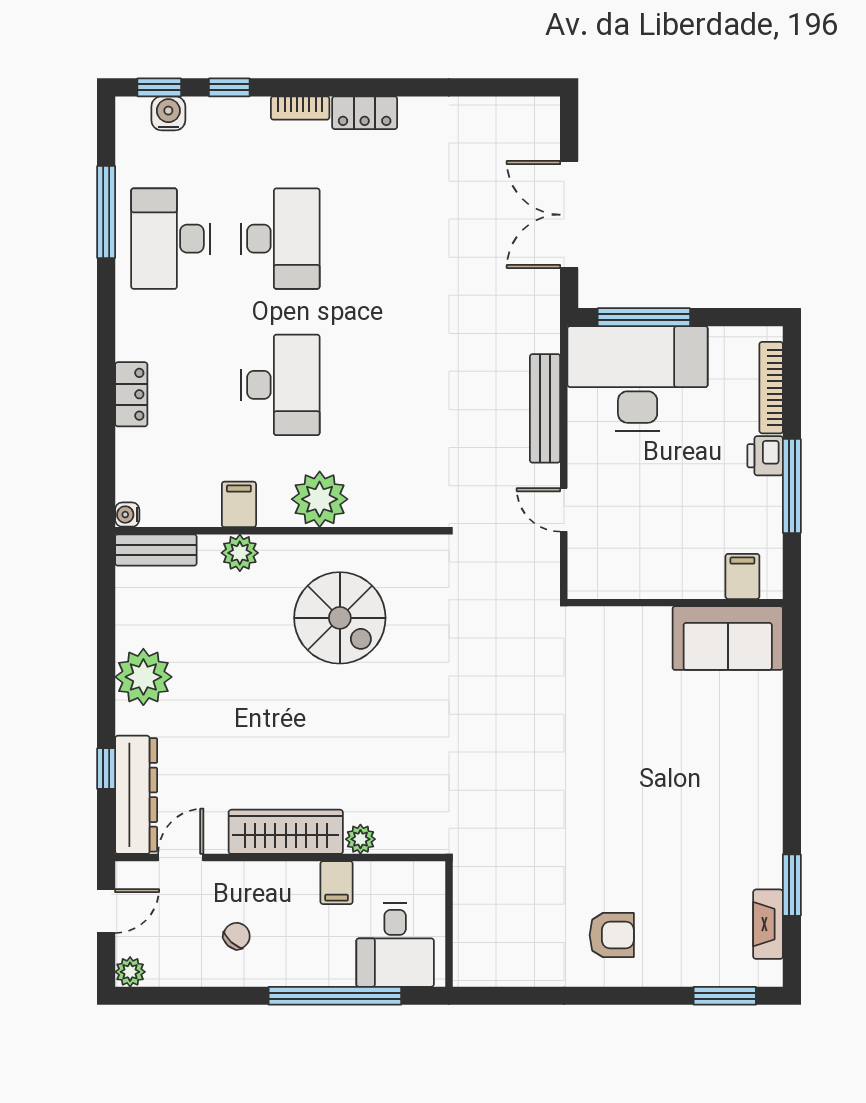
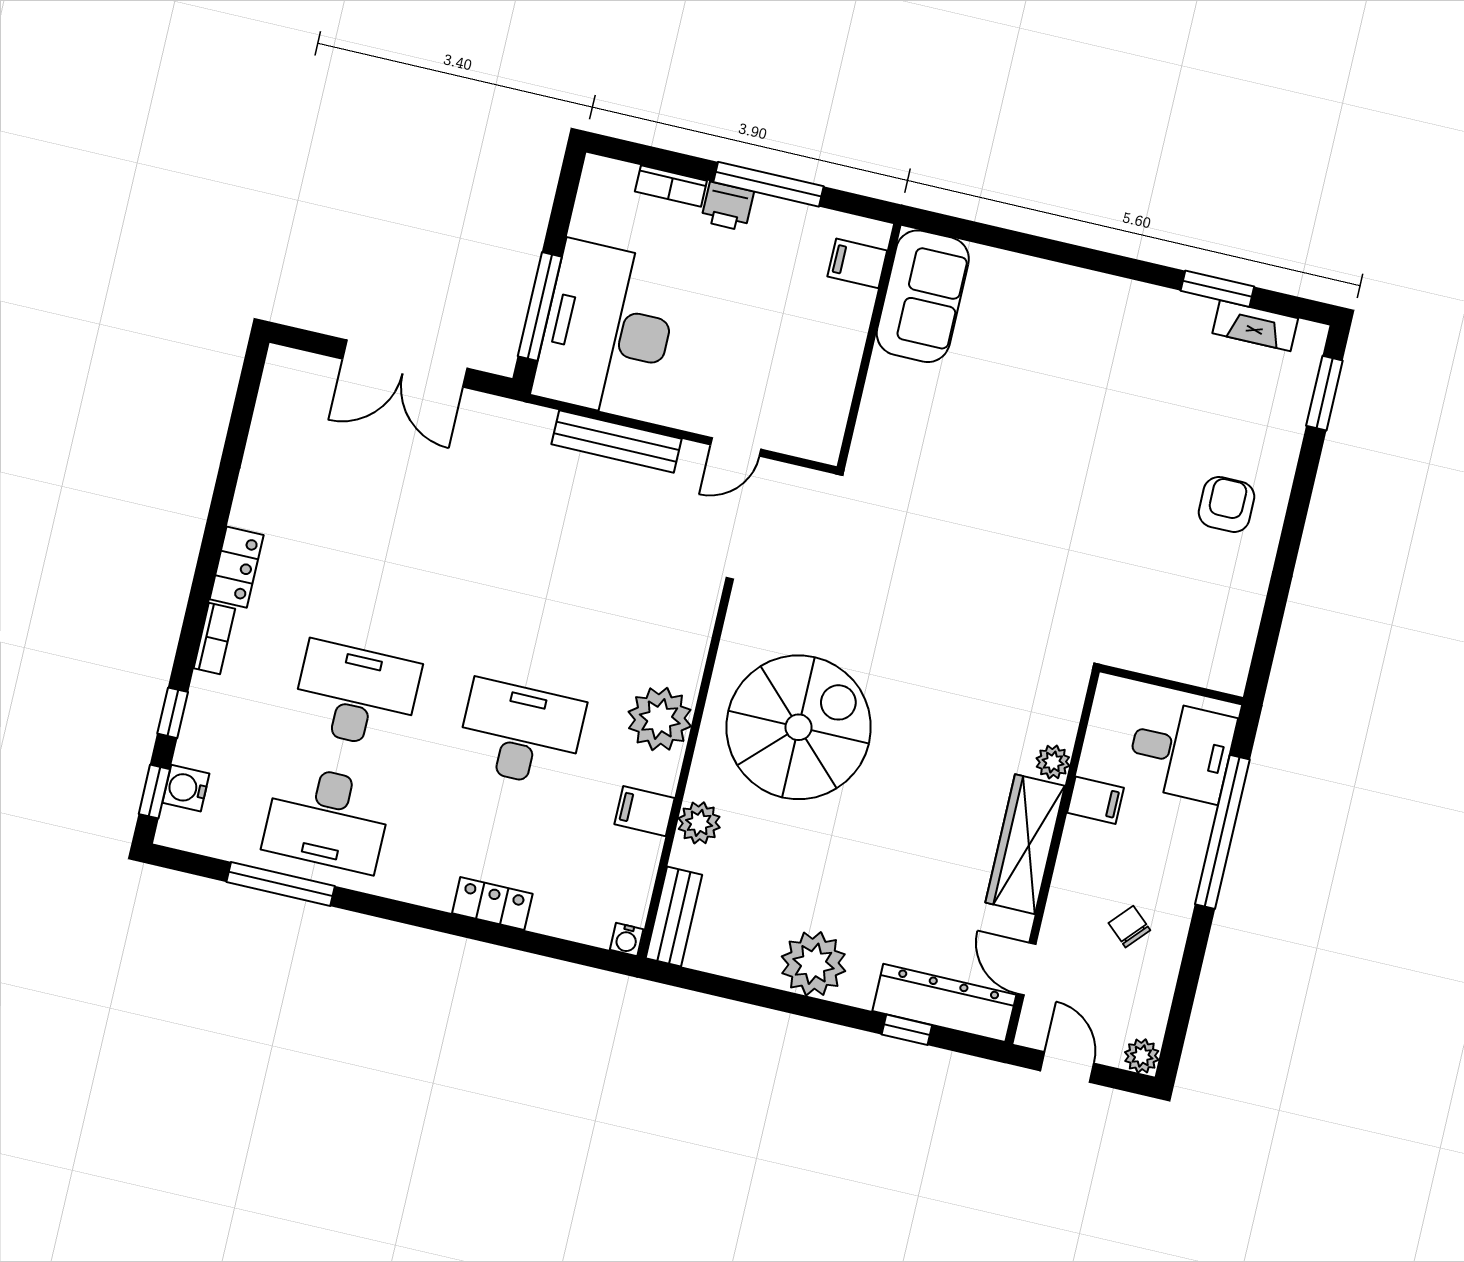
bookcase: (771, 388) -> (671, 186), width x0.64
spiral stairs: (340, 618) -> (799, 727), width x1.37, depth x1.37

